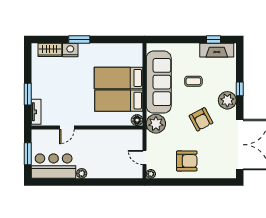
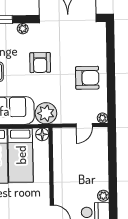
plant: (227, 100) -> (23, 29), width x0.53, depth x0.53
armchair: (201, 119) -> (40, 63), turned 118
armchair: (187, 161) -> (87, 78), turned 90

